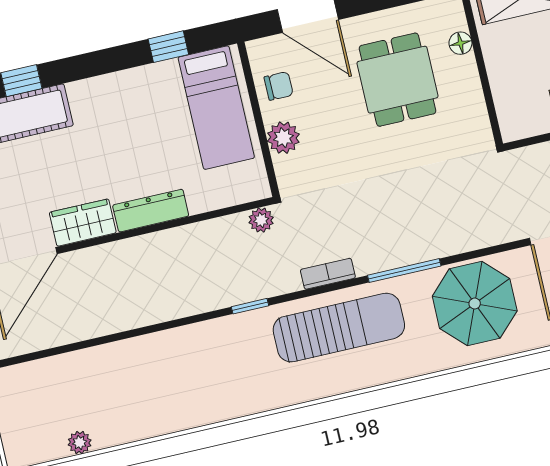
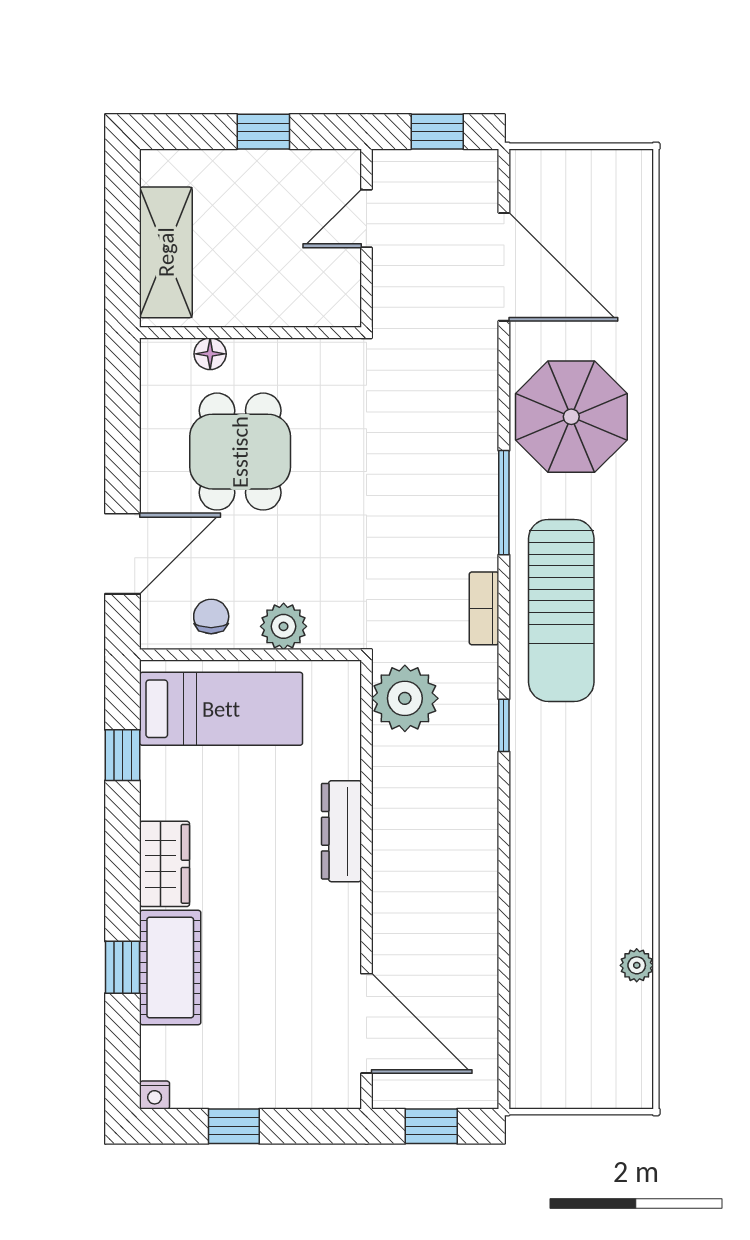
dining table: (397, 80) -> (240, 452), turned 90
plant: (261, 220) -> (405, 698), width x1.87, depth x1.87
wardrobe: (83, 223) -> (165, 864), moved, turned 180
sun lounger: (339, 328) -> (561, 610), turned 180
plant: (80, 443) -> (637, 965), moved

